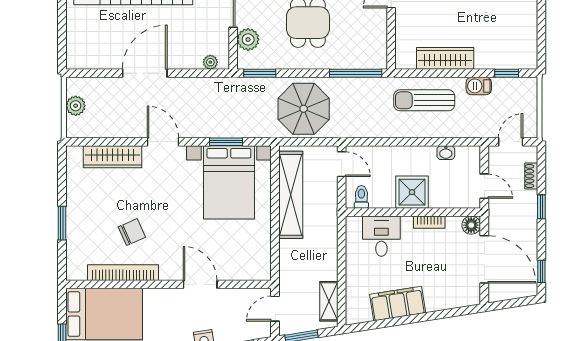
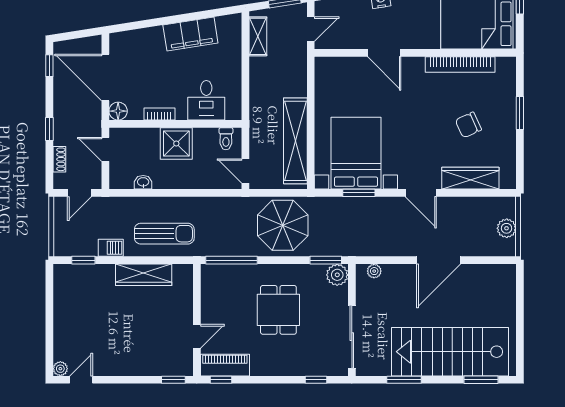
plant: (248, 39) -> (337, 275), moved
chair: (132, 232) -> (468, 125), moved

